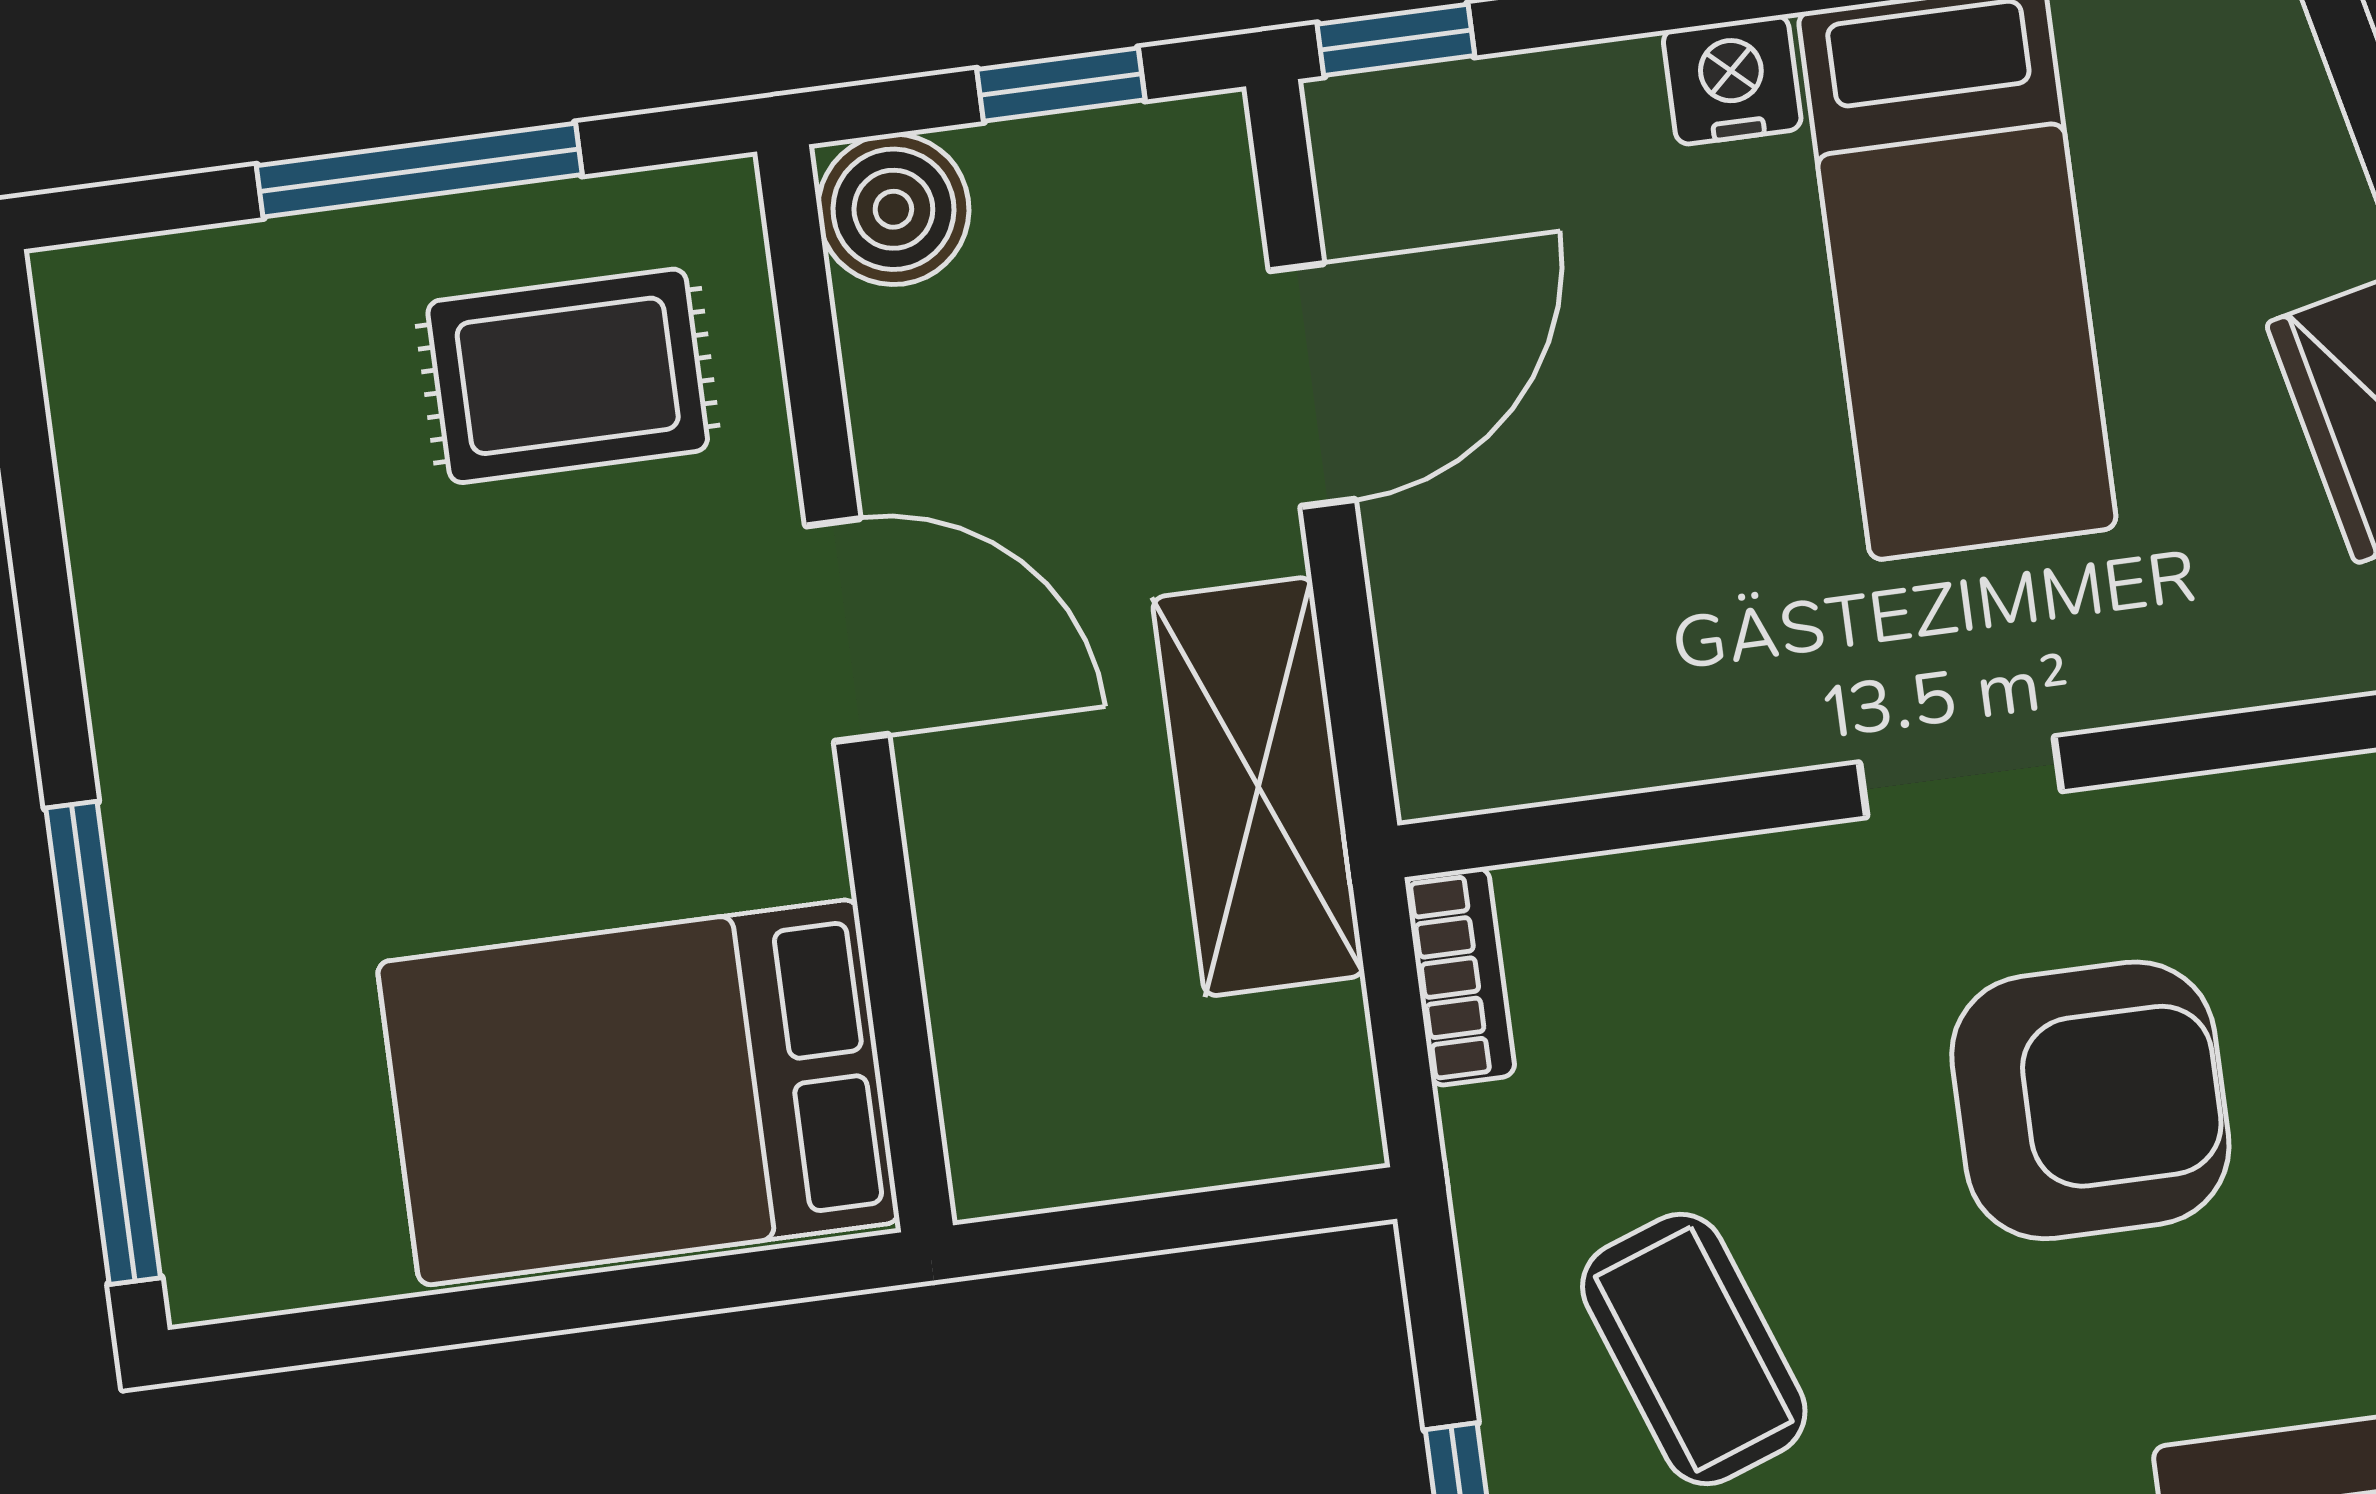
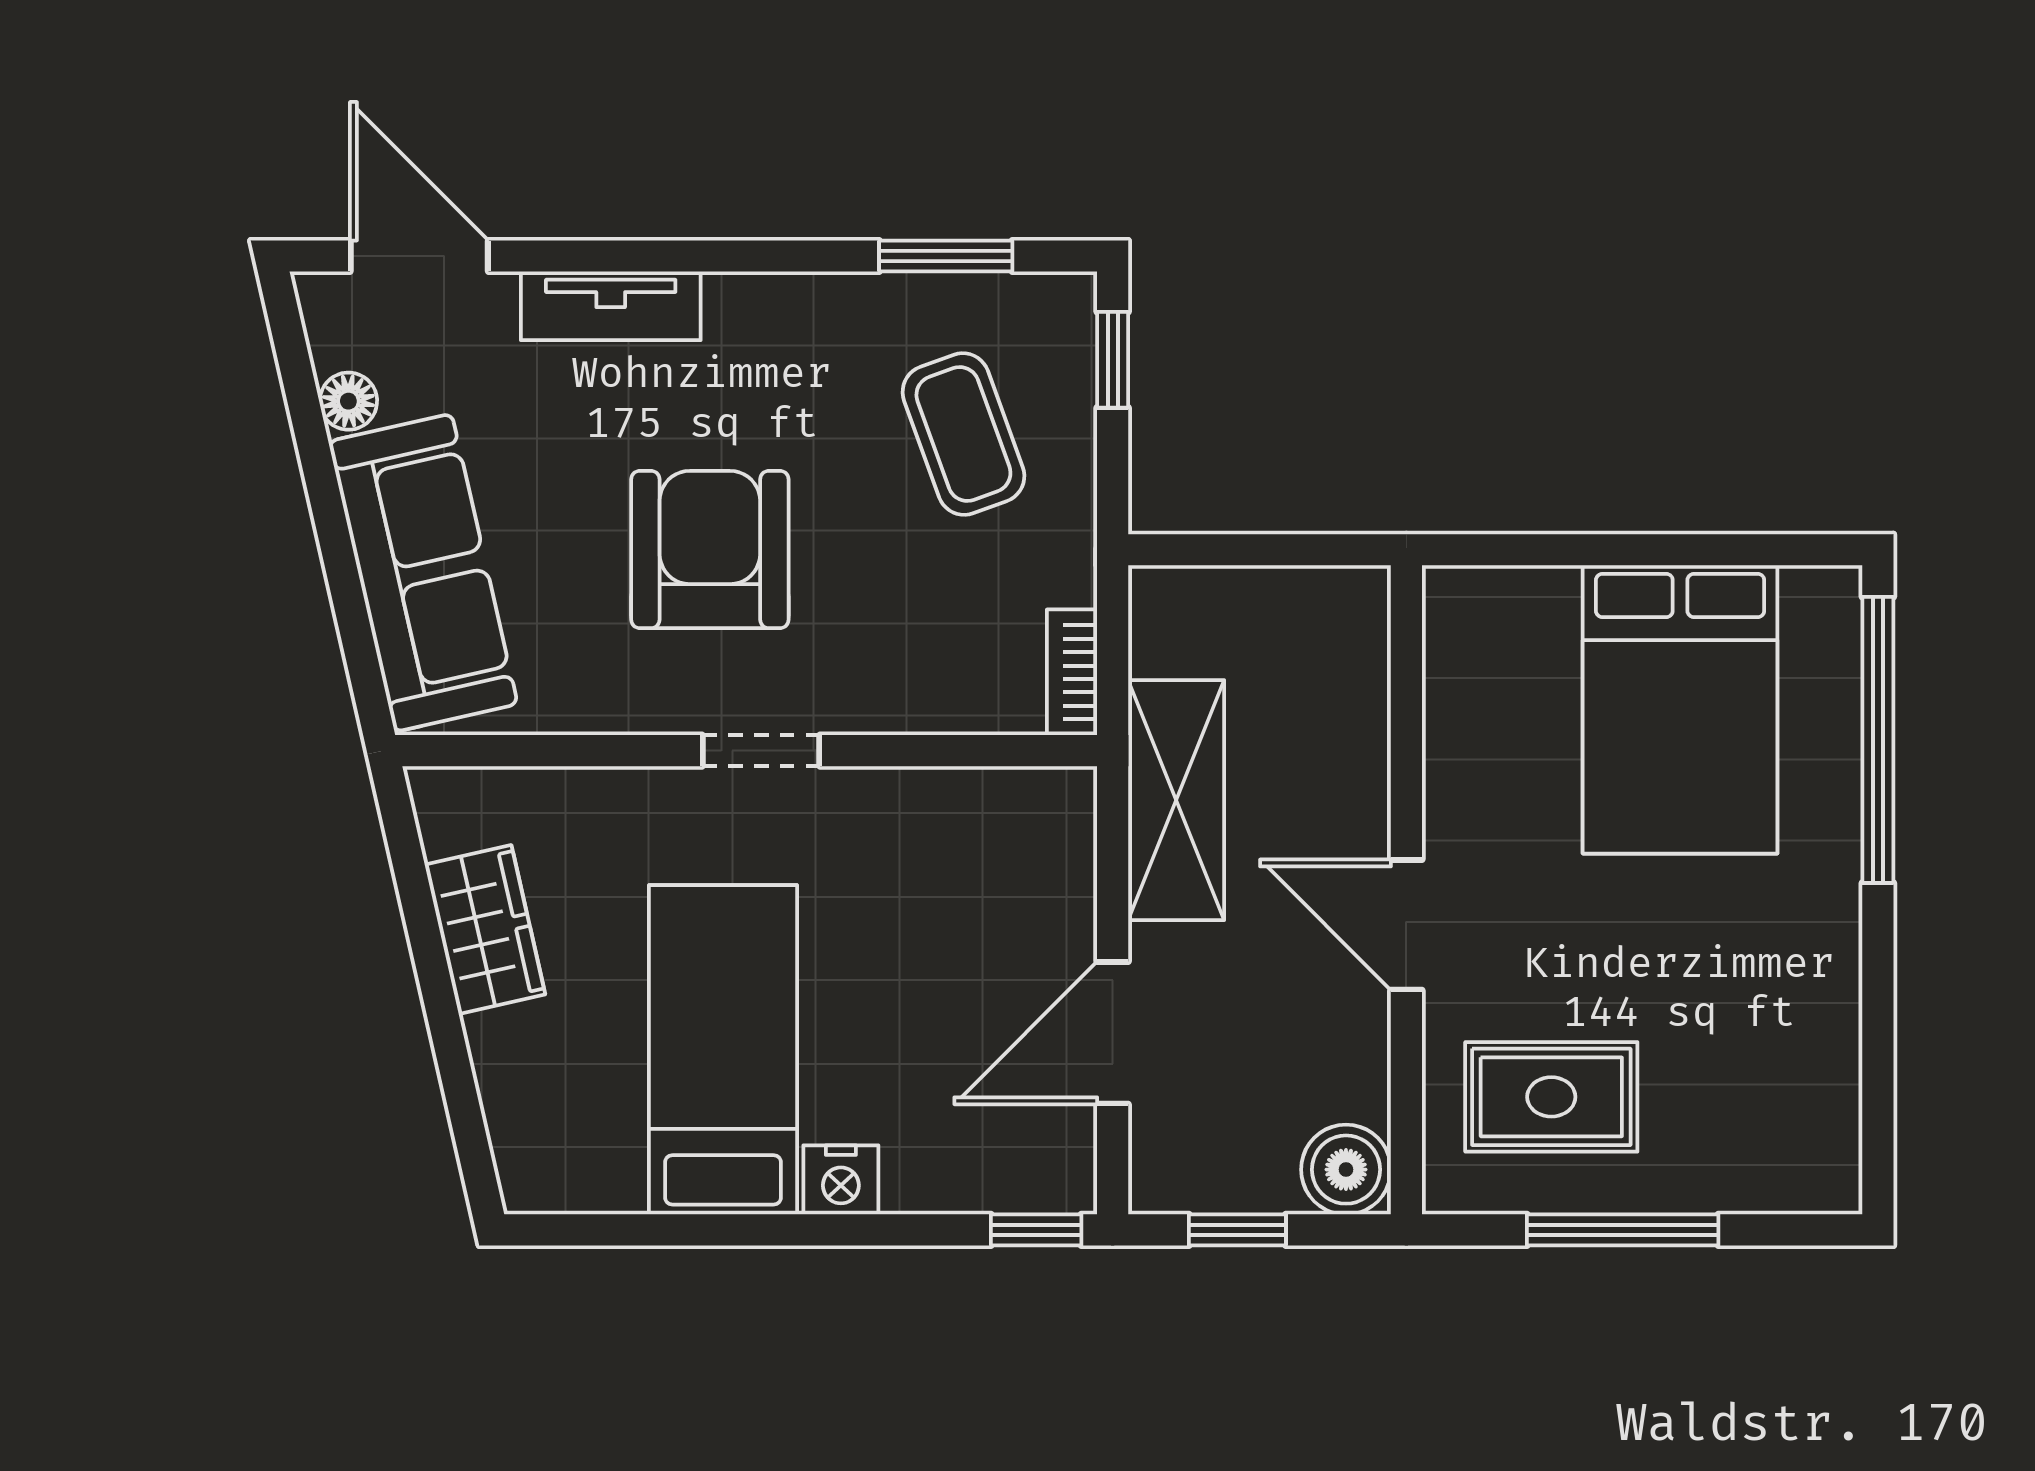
bed: (638, 1092) -> (1680, 709), moved, turned 90
armchair: (2090, 1100) -> (710, 549), turned 90

